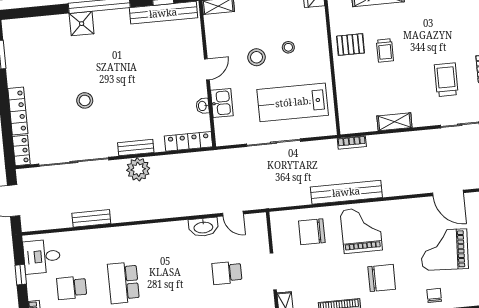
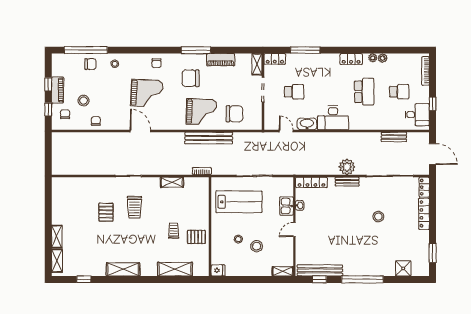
shower: (82, 24) -> (403, 268), moved
stool: (257, 57) -> (257, 246), moved
bench: (91, 218) -> (394, 137), moved
grand piano: (361, 230) -> (201, 112), turned -88
desk: (166, 240) -> (333, 118), added

